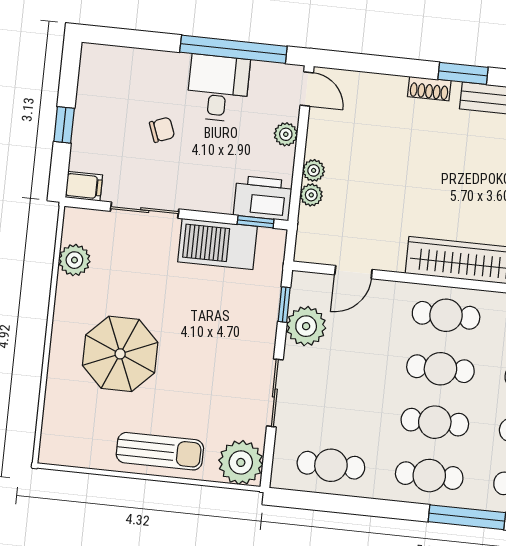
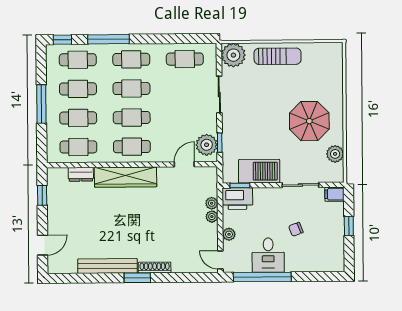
shoe rack: (429, 89) -> (155, 268), width x1.43
plant: (306, 326) -> (207, 145), moved
parasol: (120, 354) -> (309, 121), moved
sun lounger: (160, 451) -> (278, 56), turned 180

